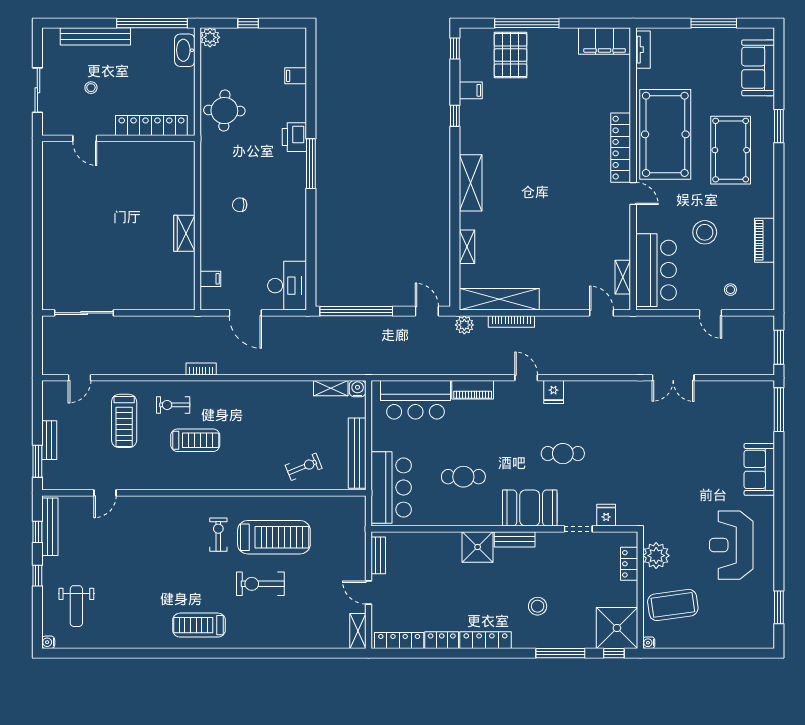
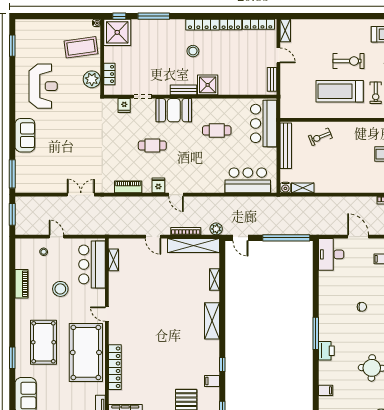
locker: (621, 148) -> (115, 367), moved
door: (602, 313) -> (153, 237), moved
piano: (473, 390) -> (128, 187), moved
stool: (538, 606) -> (193, 51), moved

